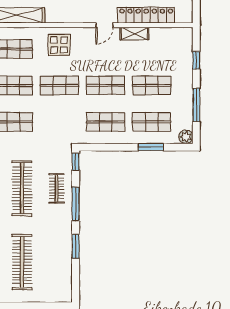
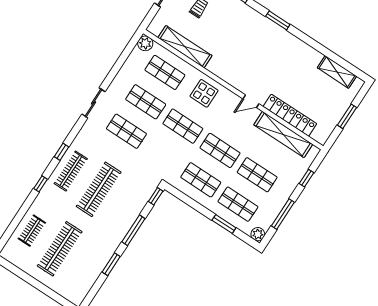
shelving: (134, 34) -> (283, 134), width x2.20, depth x1.33
clothes rail: (57, 188) -> (126, 207), removed

